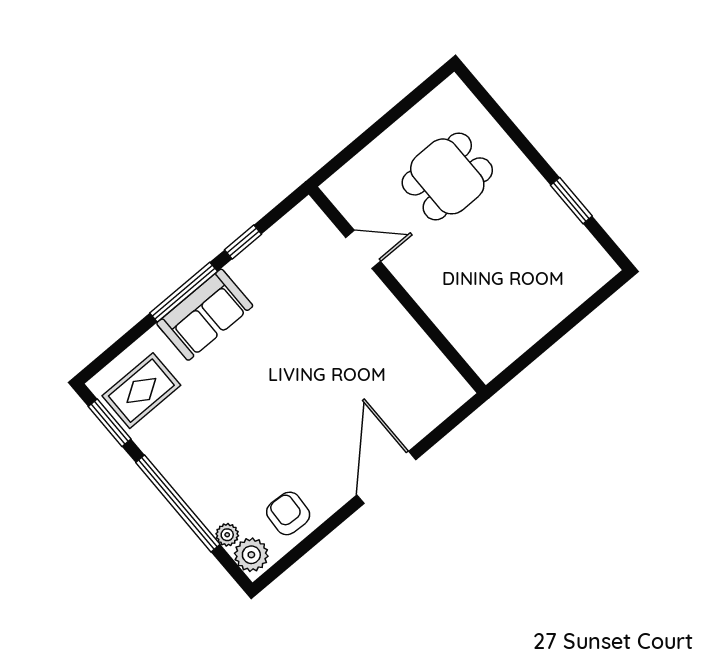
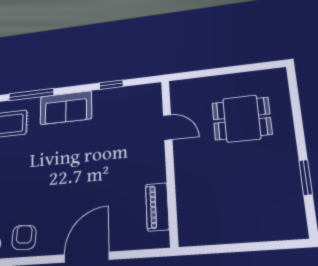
window: (184, 292) -> (31, 95), moved
piano: (425, 357) -> (157, 207), added

